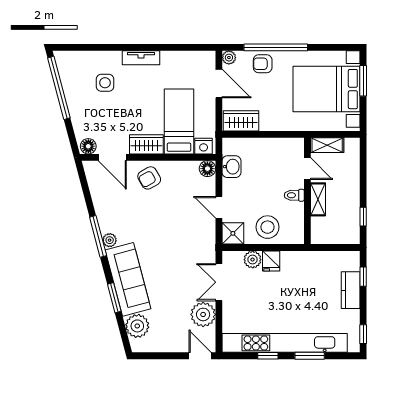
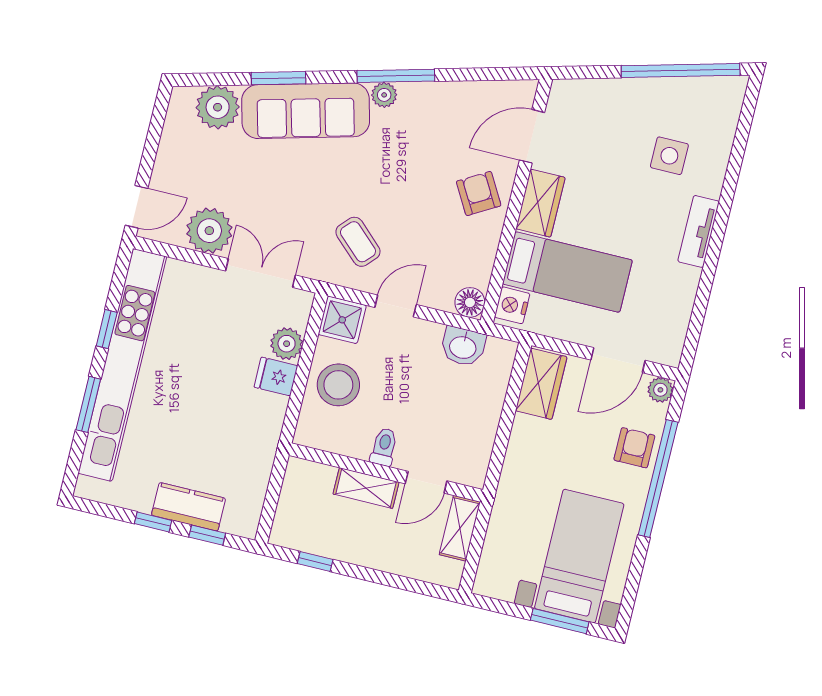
bed with nightstands: (327, 89) -> (579, 556), width x0.73
floor lamp: (88, 146) -> (562, 98), removed
coffee table: (190, 235) -> (358, 242), added
window: (363, 334) -> (153, 522), moved

